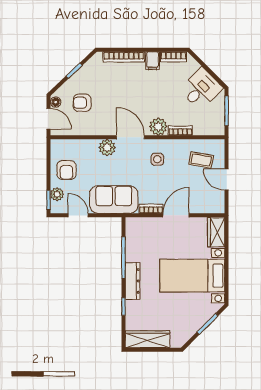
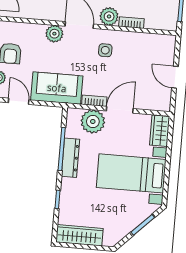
coffee table: (201, 160) -> (150, 55), removed
plant: (151, 229) -> (93, 121), added
dresser: (133, 281) -> (70, 158), moved

